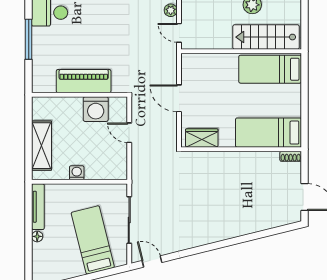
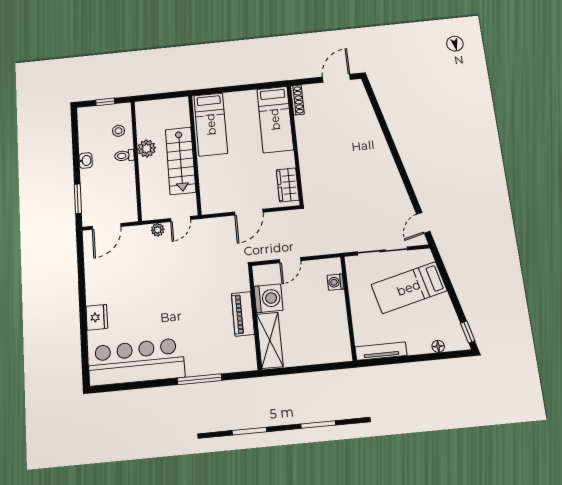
stairs: (266, 37) -> (181, 161), moved
piano: (84, 81) -> (243, 314), width x0.73, depth x0.75
shelving: (42, 146) -> (270, 340), moved, turned 90
shoe rack: (291, 156) -> (297, 100), width x1.43
washing machine: (77, 173) -> (336, 282), moved
floor lamp: (37, 236) -> (438, 346), moved

